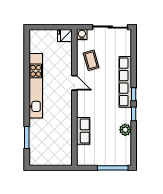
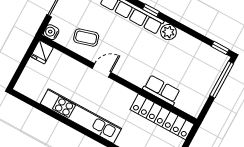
window: (134, 114) -> (220, 48), moved
plant: (125, 130) -> (168, 32), moved
locker: (65, 141) -> (162, 117), added

